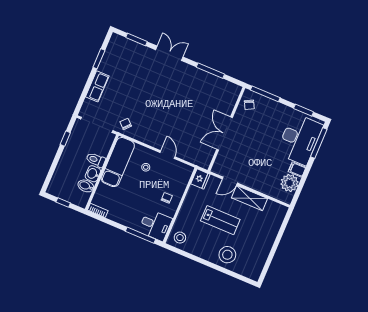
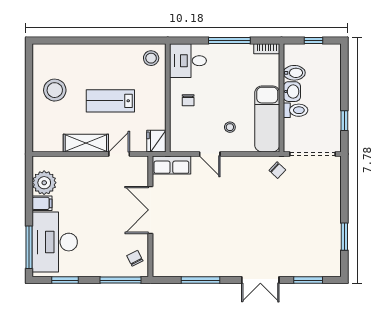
row of seats: (97, 86) -> (171, 165), moved, turned -90
double door: (225, 133) -> (150, 210), swing flipped
window: (141, 235) -> (229, 41), moved
stool: (227, 255) -> (55, 90), moved

